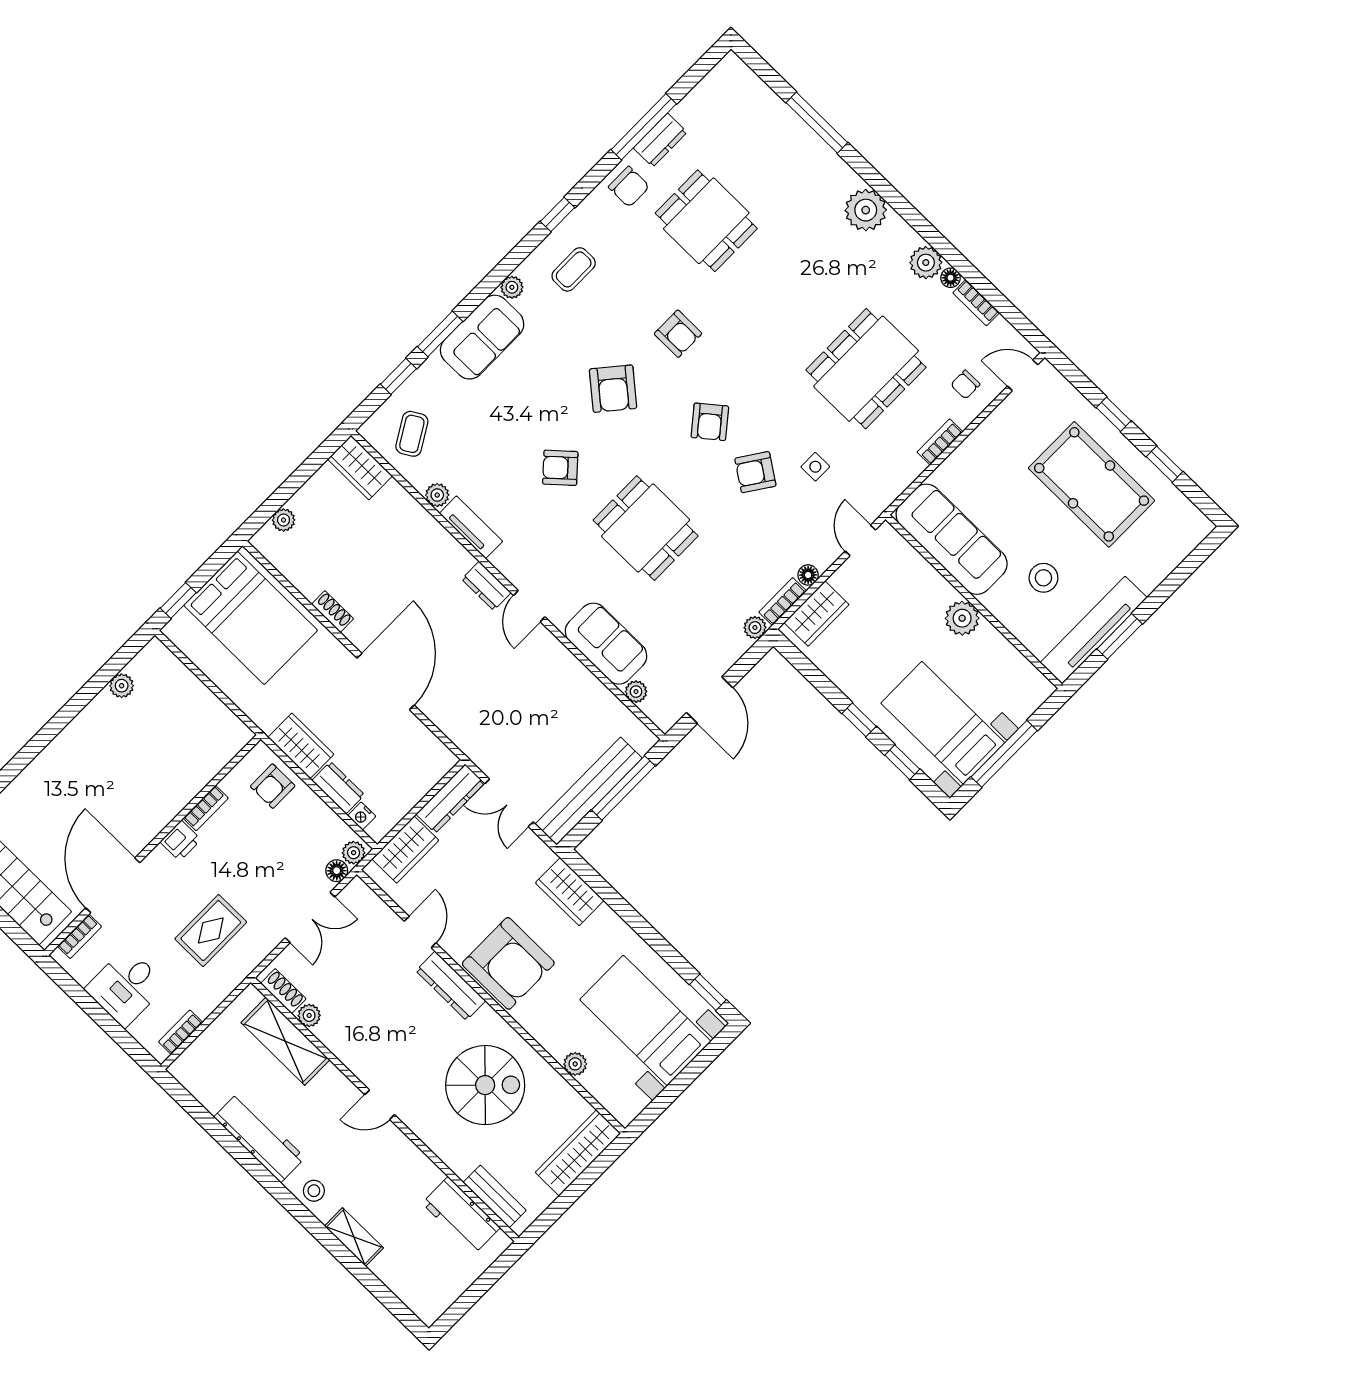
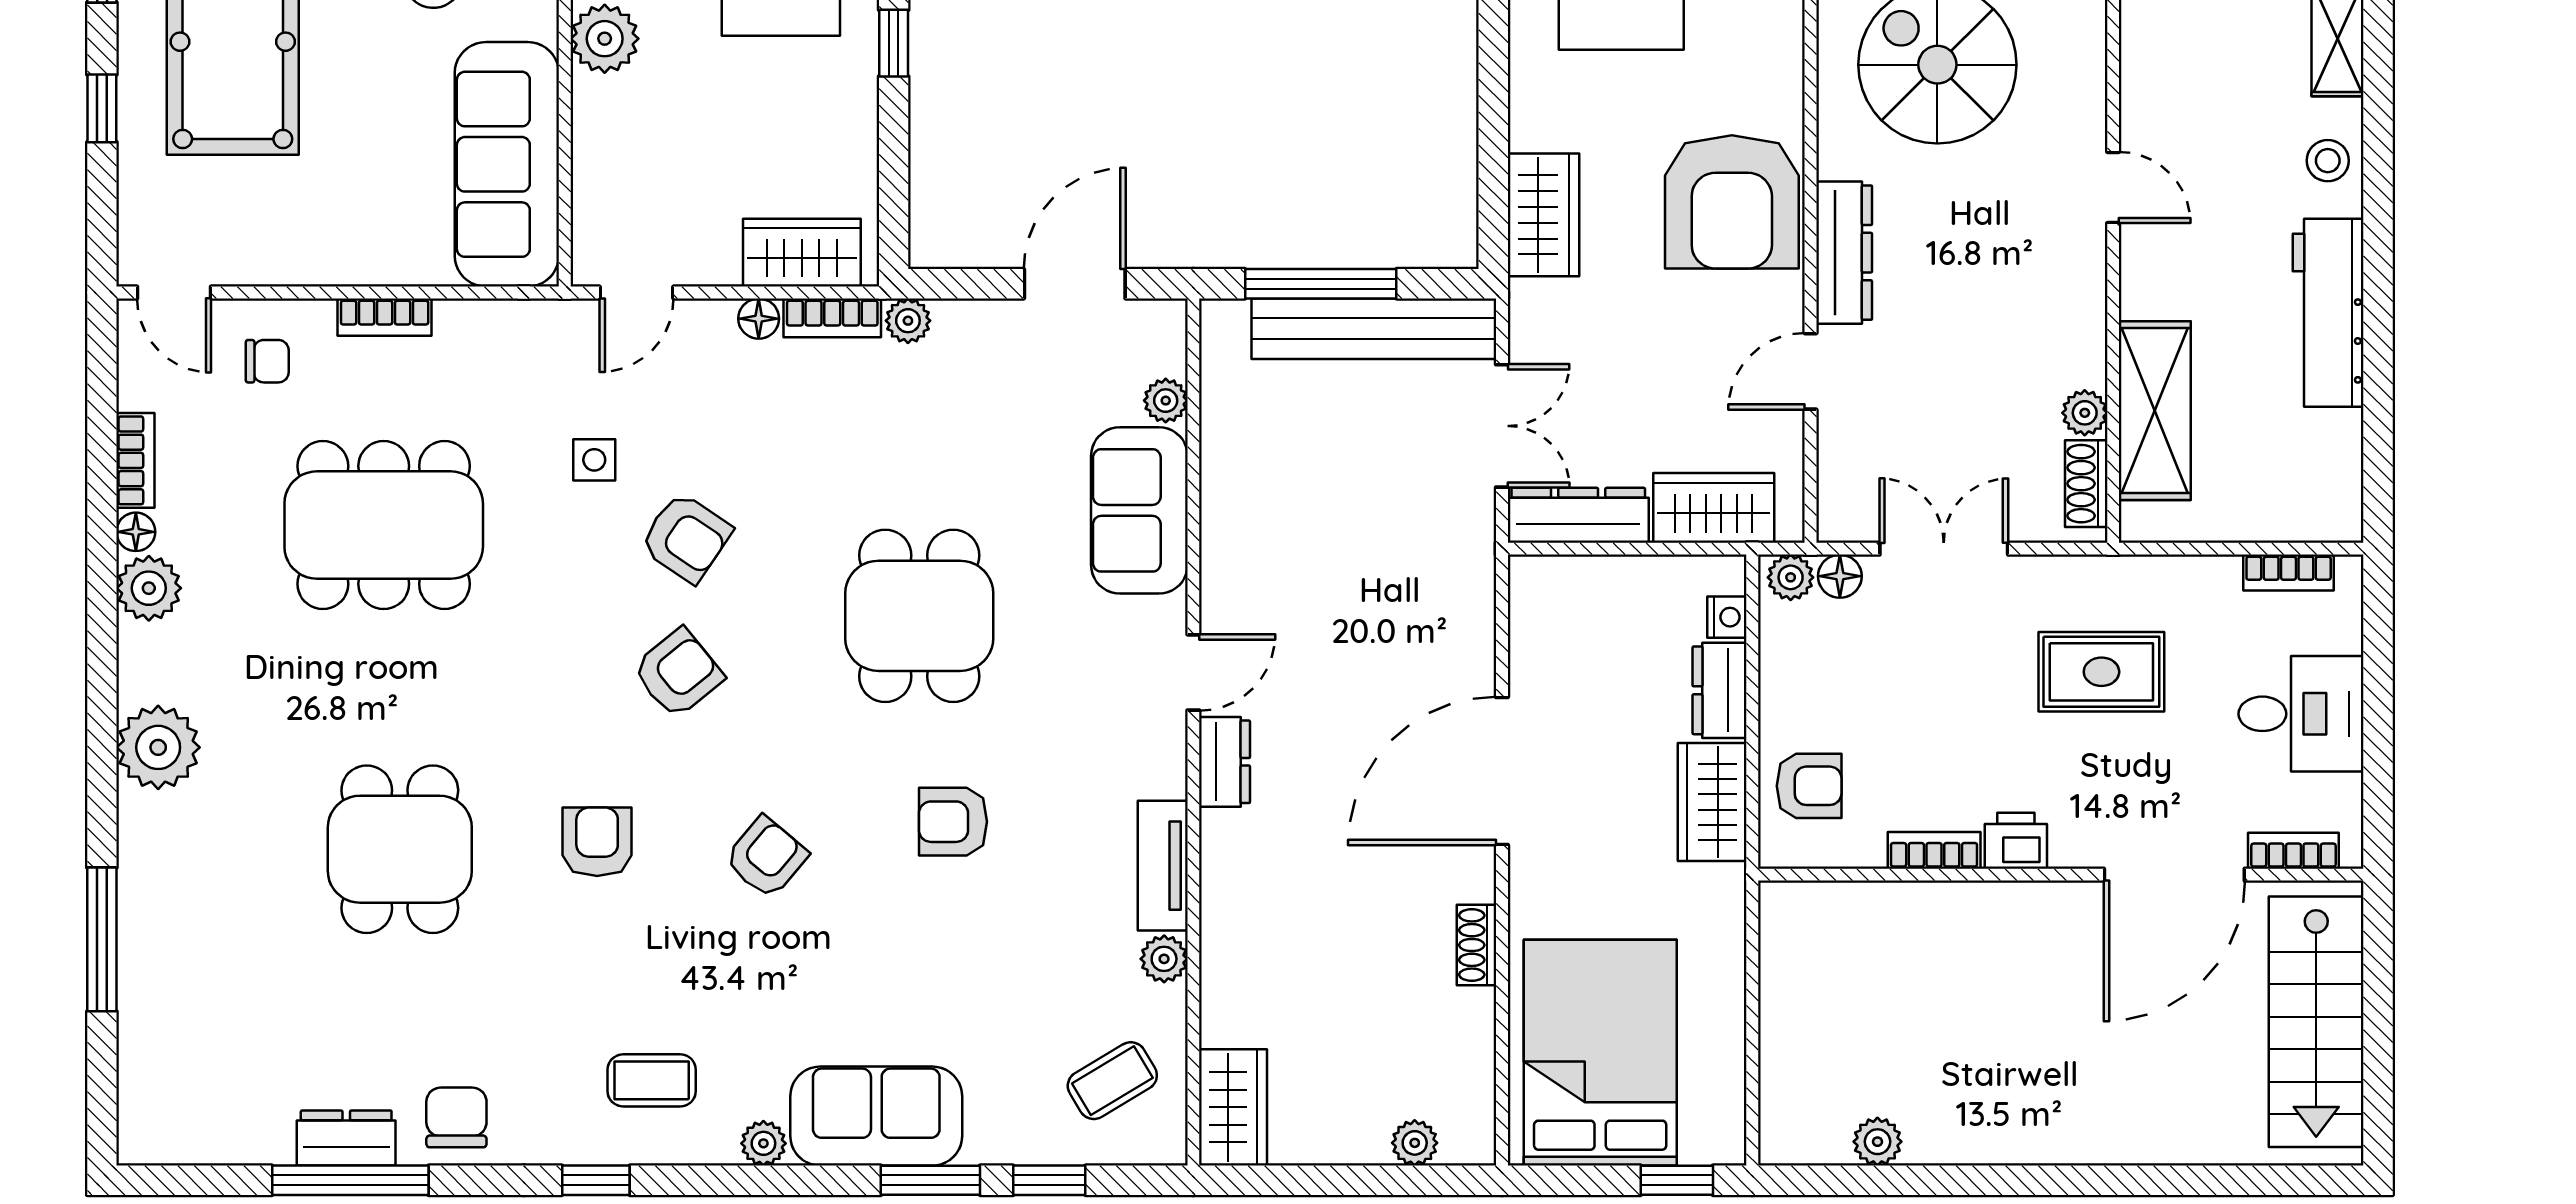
dining table: (706, 221) -> (400, 849), moved
armchair: (613, 389) -> (766, 857), width x0.72, depth x0.72
armchair: (560, 468) -> (953, 822), turned 132
armchair: (508, 963) -> (1732, 202), turned 180

